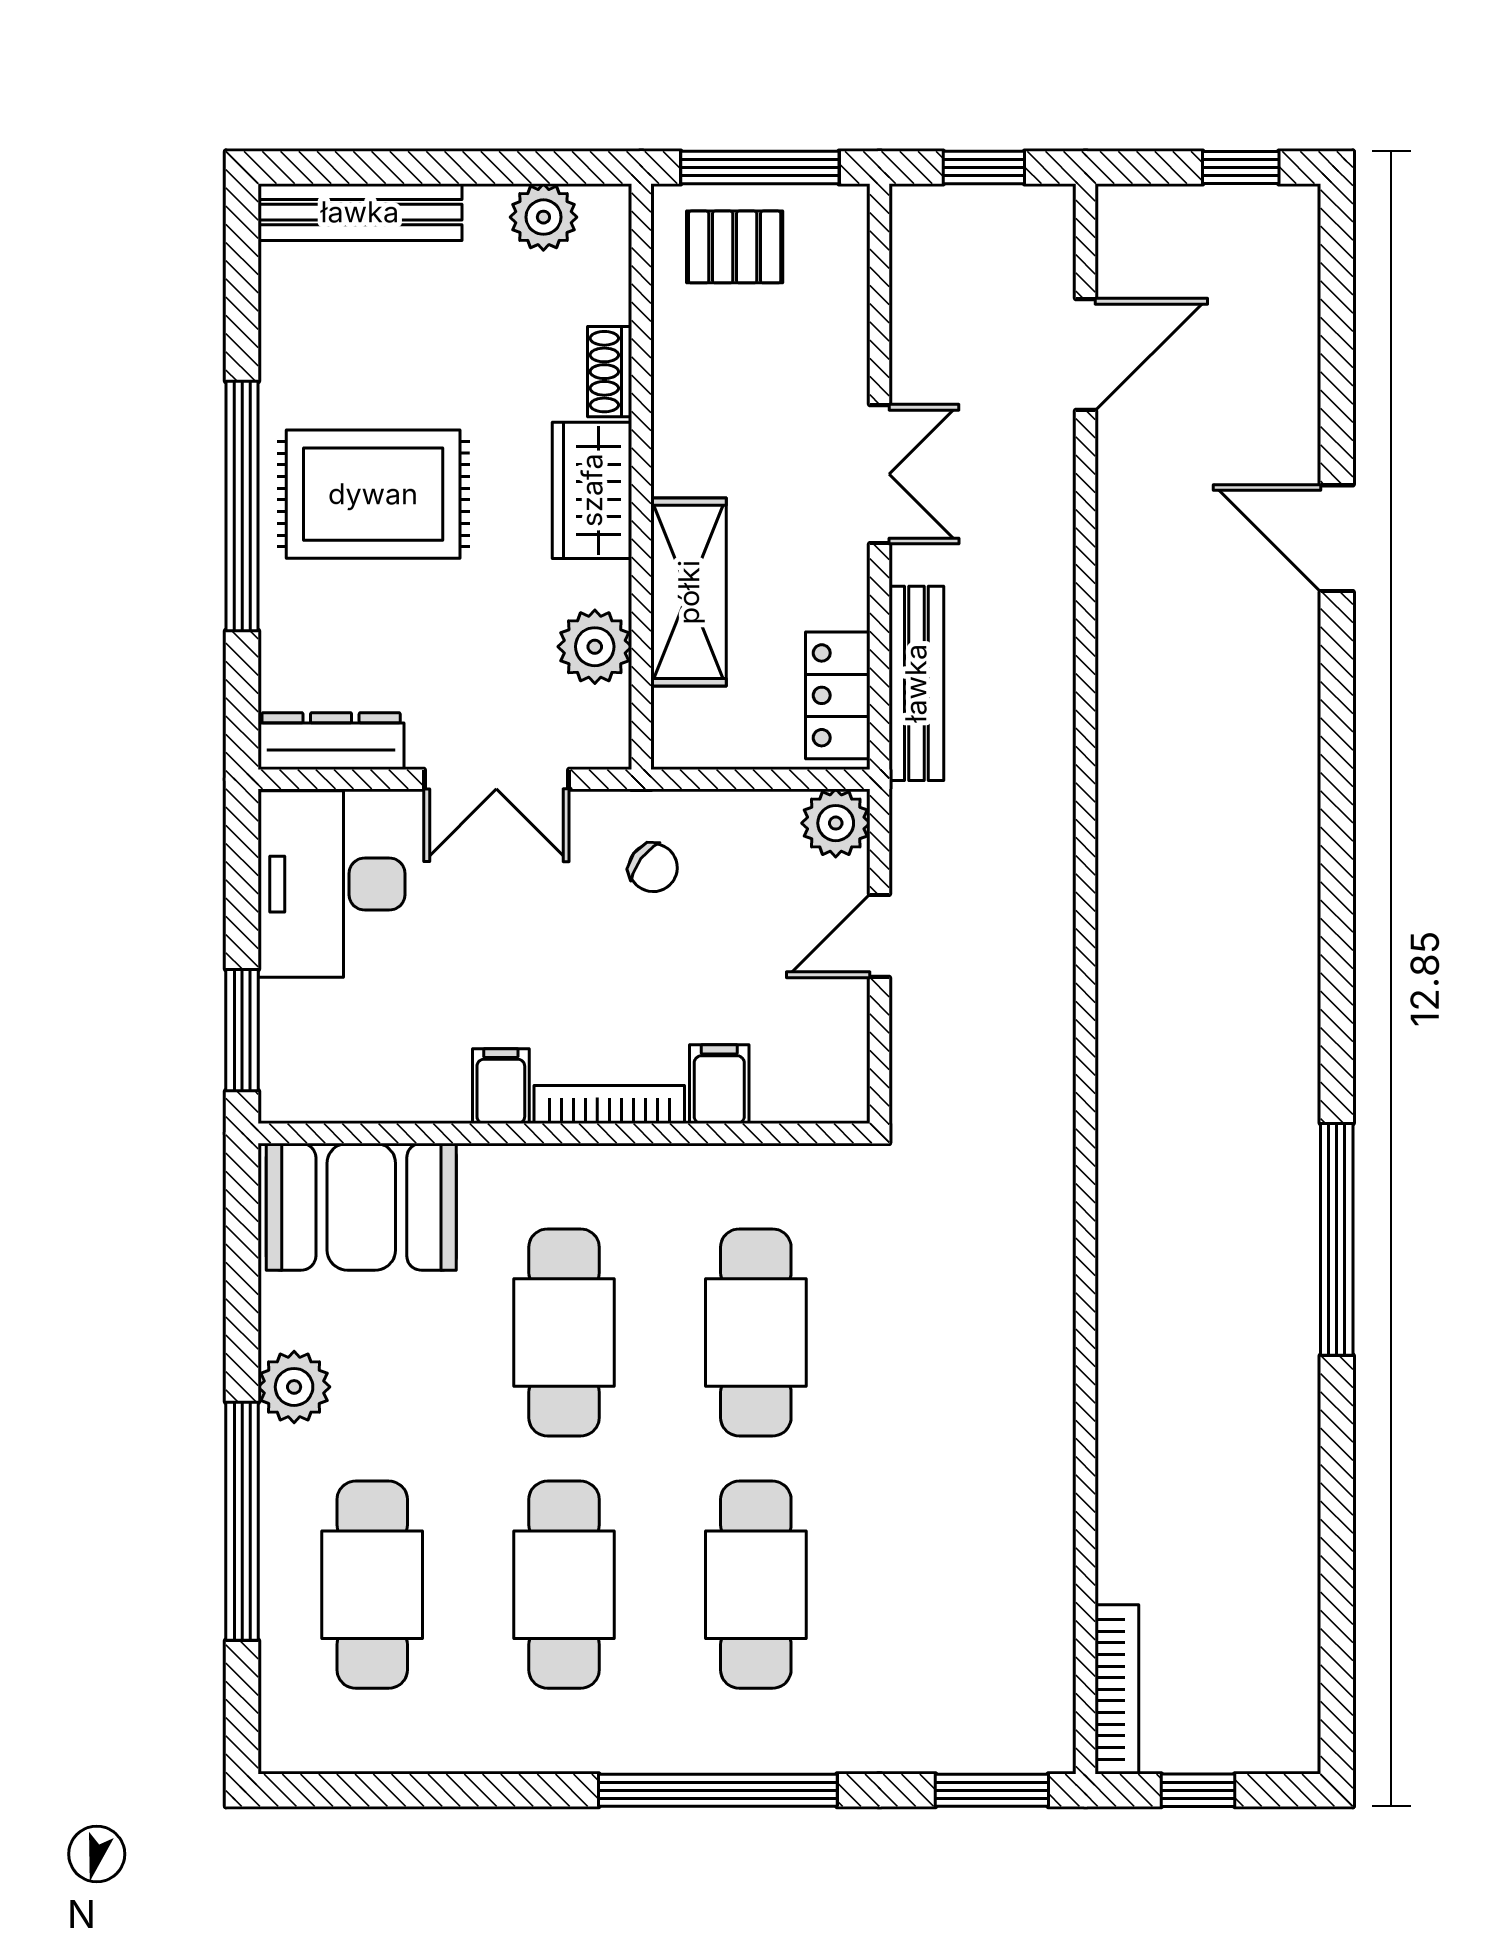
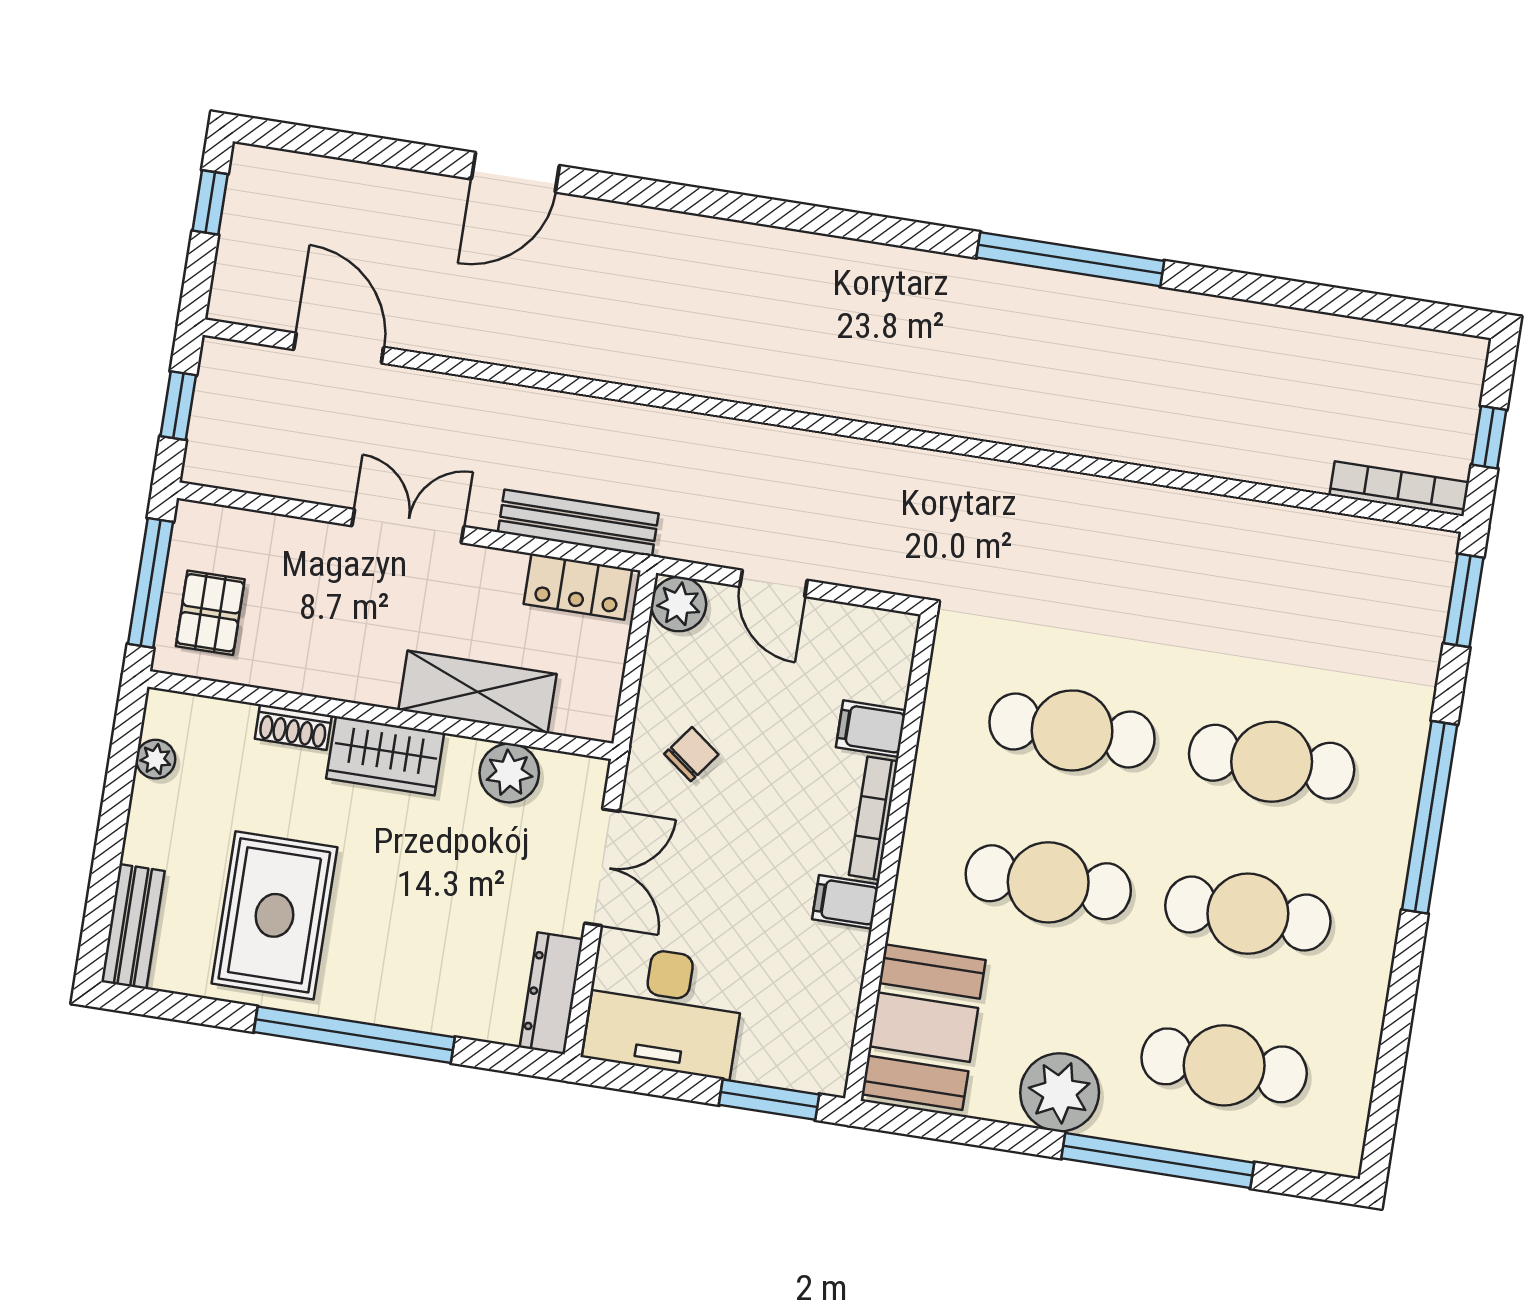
bench: (360, 212) -> (133, 926), width x0.73
plant: (543, 217) -> (156, 759), width x0.73, depth x0.73
rug: (373, 494) -> (274, 915), moved
plant: (294, 1387) -> (1060, 1092), width x1.36, depth x1.36

